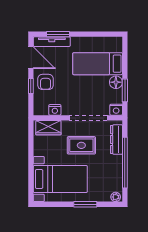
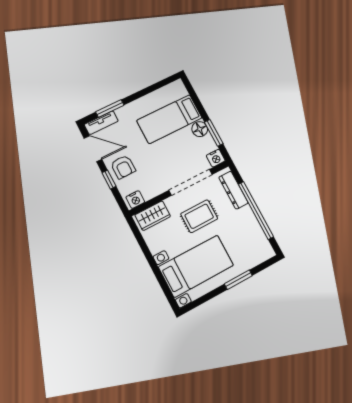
tv unit: (52, 42) -> (101, 123), width x0.71
nightstand: (55, 110) -> (135, 200), moved
plant: (116, 197) -> (267, 253), removed

